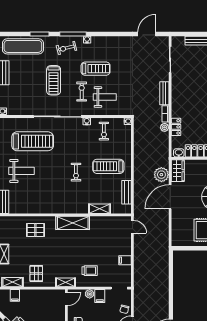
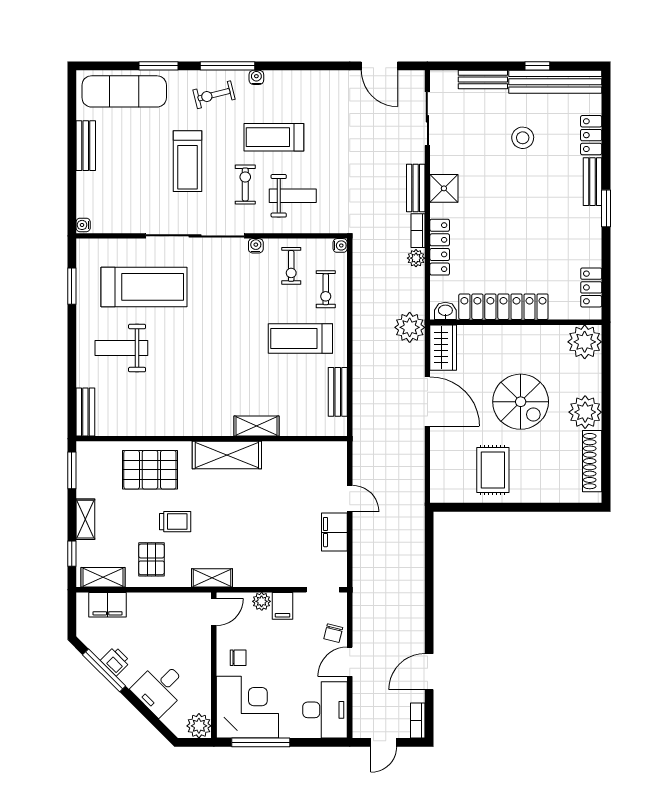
door: (147, 34) -> (379, 66), swing flipped
treadmill: (96, 69) -> (274, 137), turned 180
shower: (178, 93) -> (444, 188), added
locker: (176, 127) -> (440, 247), width x1.53
weight bench: (22, 171) -> (121, 348), turned 180
exercise bike: (76, 172) -> (326, 289), moved
plant: (161, 175) -> (410, 327), moved
door: (170, 197) -> (427, 401), swing flipped
shelving: (99, 209) -> (257, 426), moved
door: (132, 227) -> (350, 498), moved
pallet: (35, 230) -> (150, 470), width x1.50, depth x1.42
filing cabinet: (125, 260) -> (334, 532), width x2.00
trolley: (90, 271) -> (175, 522), moved
filing cabinet: (15, 295) -> (108, 605), width x2.00

